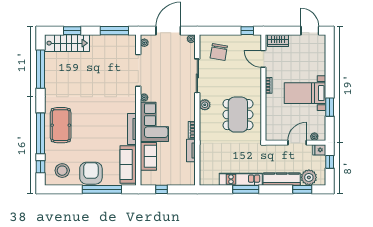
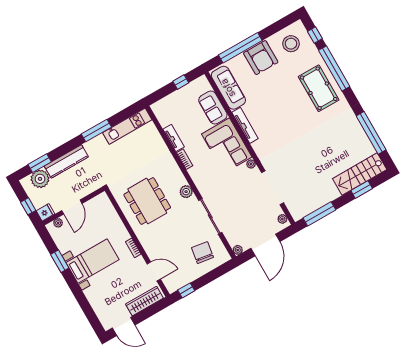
wardrobe: (278, 41) -> (144, 301), width x1.50
kitchen unit: (241, 179) -> (127, 126), moved

